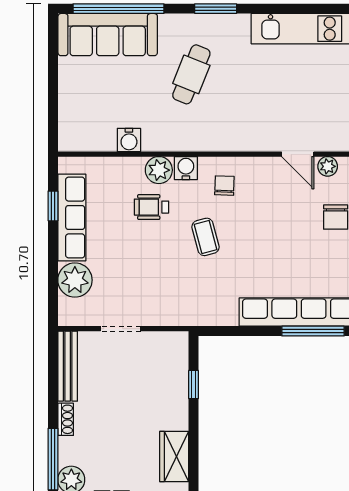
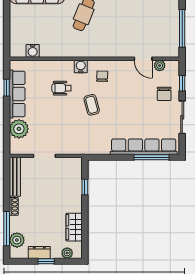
water cooler: (129, 140) -> (33, 51), moved
plant: (159, 170) -> (66, 68), removed

